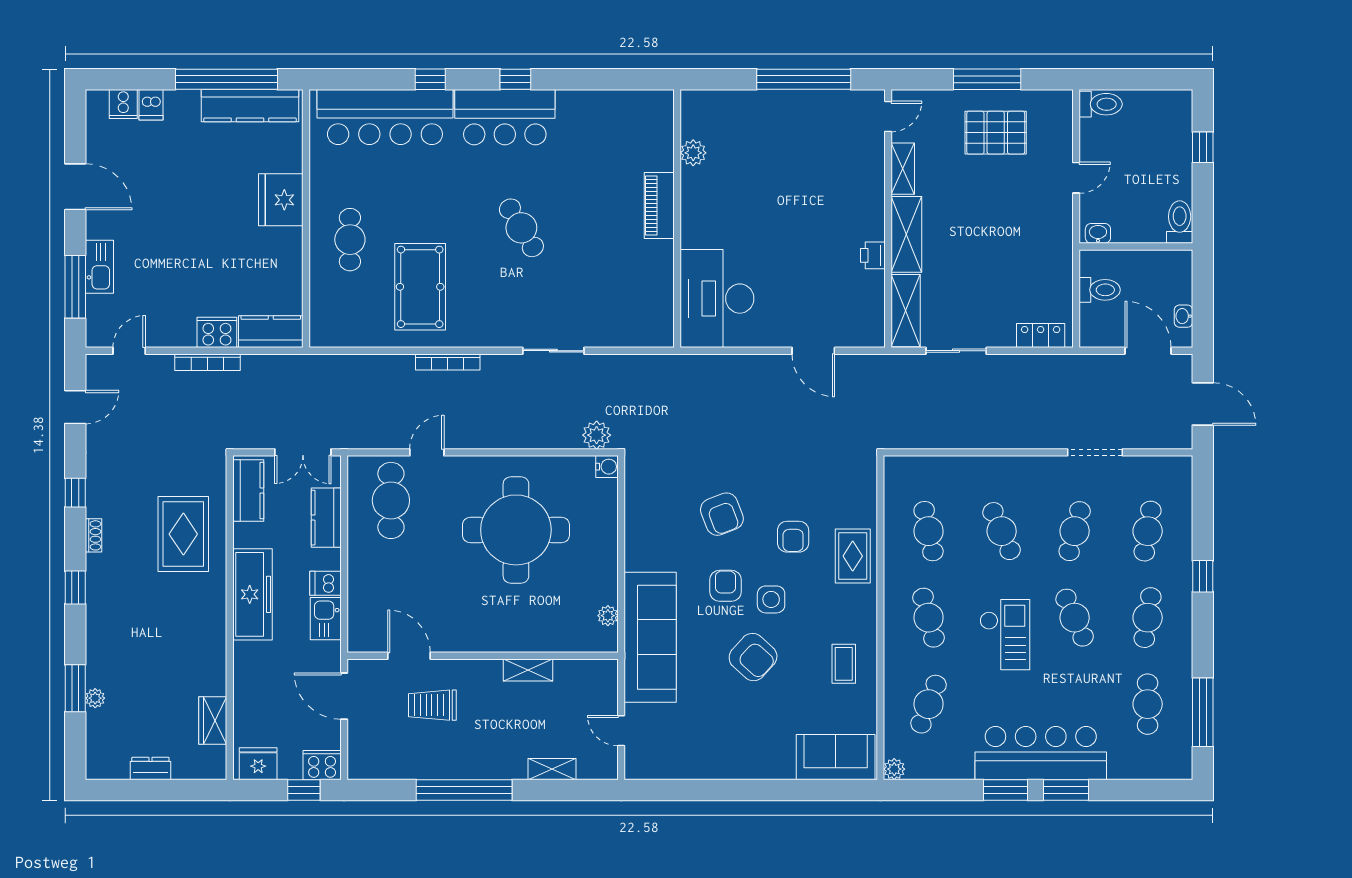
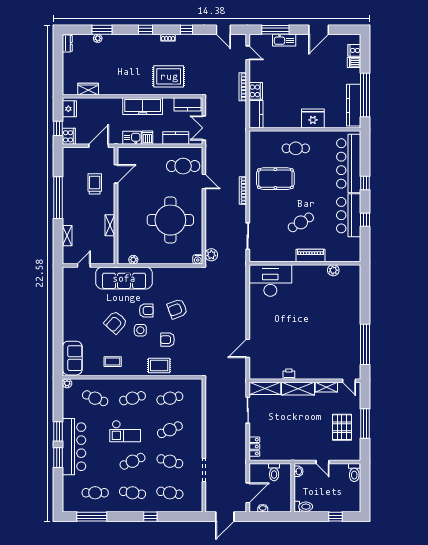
plant: (693, 153) -> (333, 270), moved
piano: (659, 206) -> (310, 256), moved
wall: (677, 219) -> (305, 263), moved
desk: (717, 299) -> (270, 280), moved
dresser: (150, 769) -> (67, 43), moved

